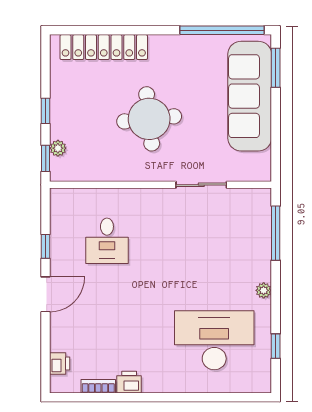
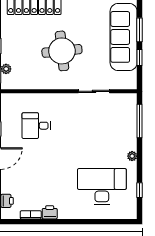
window: (276, 68) -> (140, 30), moved
window: (276, 130) -> (140, 57), added
desk: (107, 241) -> (36, 126), turned 90

